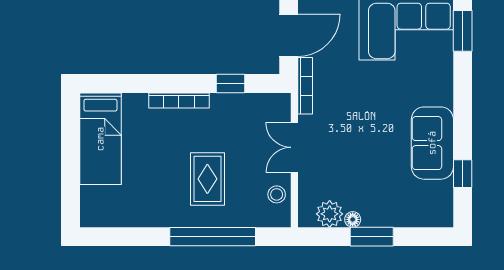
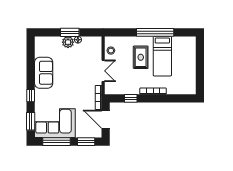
door: (289, 35) -> (106, 119), hinge flipped
bed: (100, 139) -> (162, 56), moved, turned 180
window: (463, 174) -> (31, 96), moved
plant: (330, 214) -> (68, 42), moved
window: (213, 237) -> (155, 32), moved

